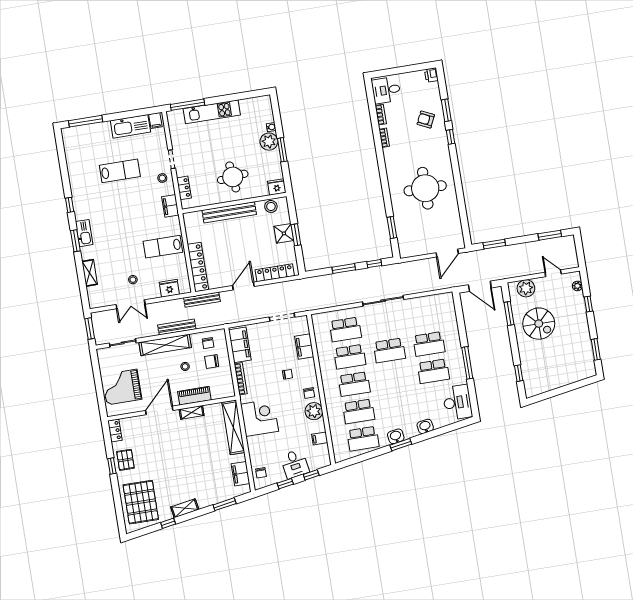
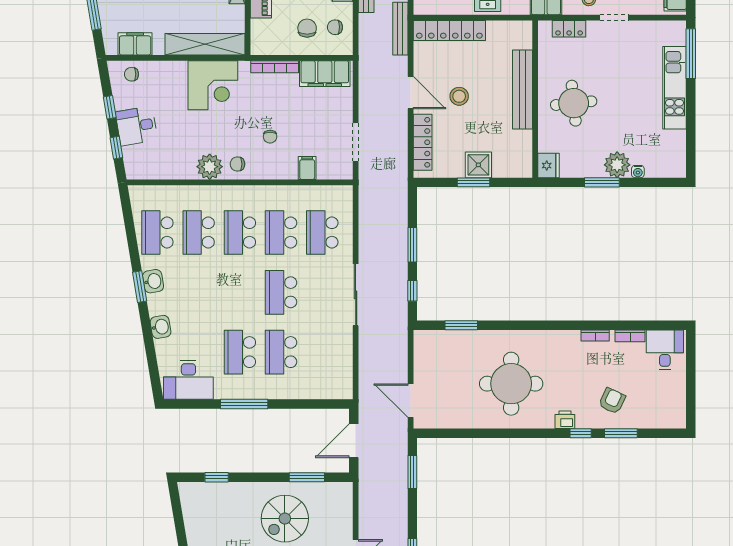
printer: (431, 75) -> (565, 420), moved
stool: (271, 206) -> (459, 96), moved
plant: (526, 288) -> (340, 508), removed
filing cabinet: (304, 346) -> (307, 168), width x0.50
filing cabinet: (320, 438) -> (168, 169), removed

